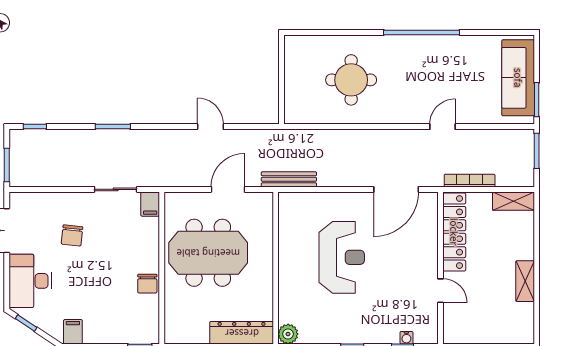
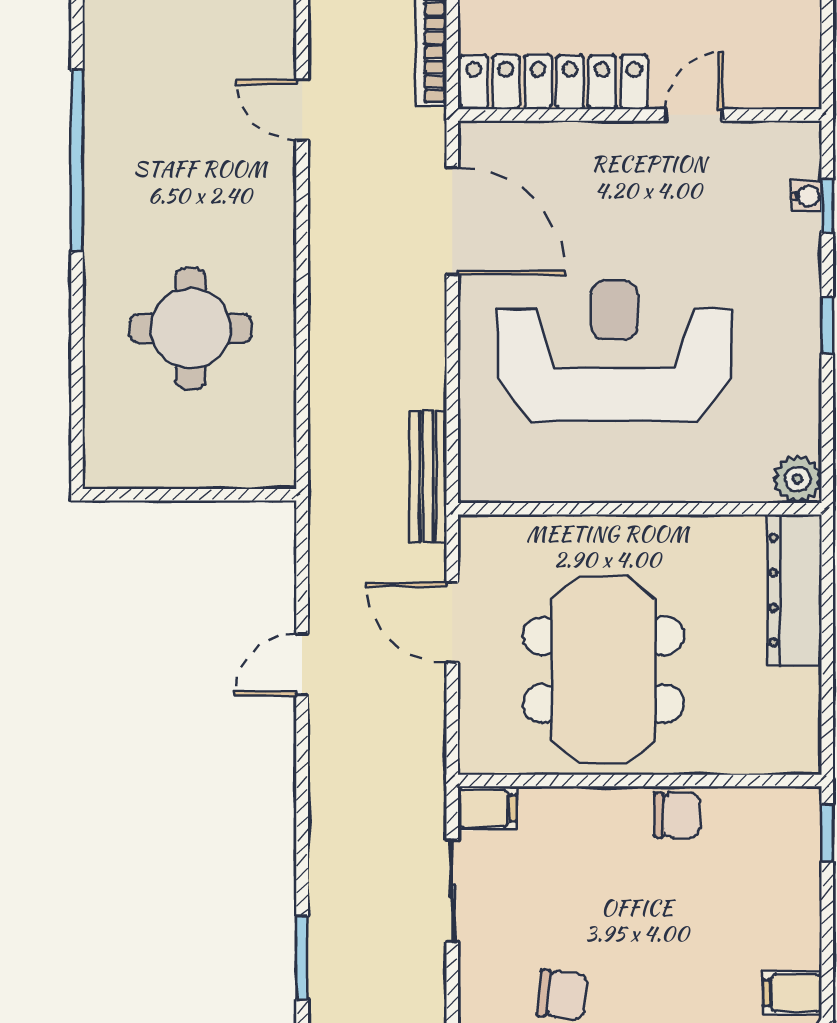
window: (113, 127) -> (302, 958), moved
reception desk: (342, 257) -> (614, 351), width x1.36, depth x1.30

